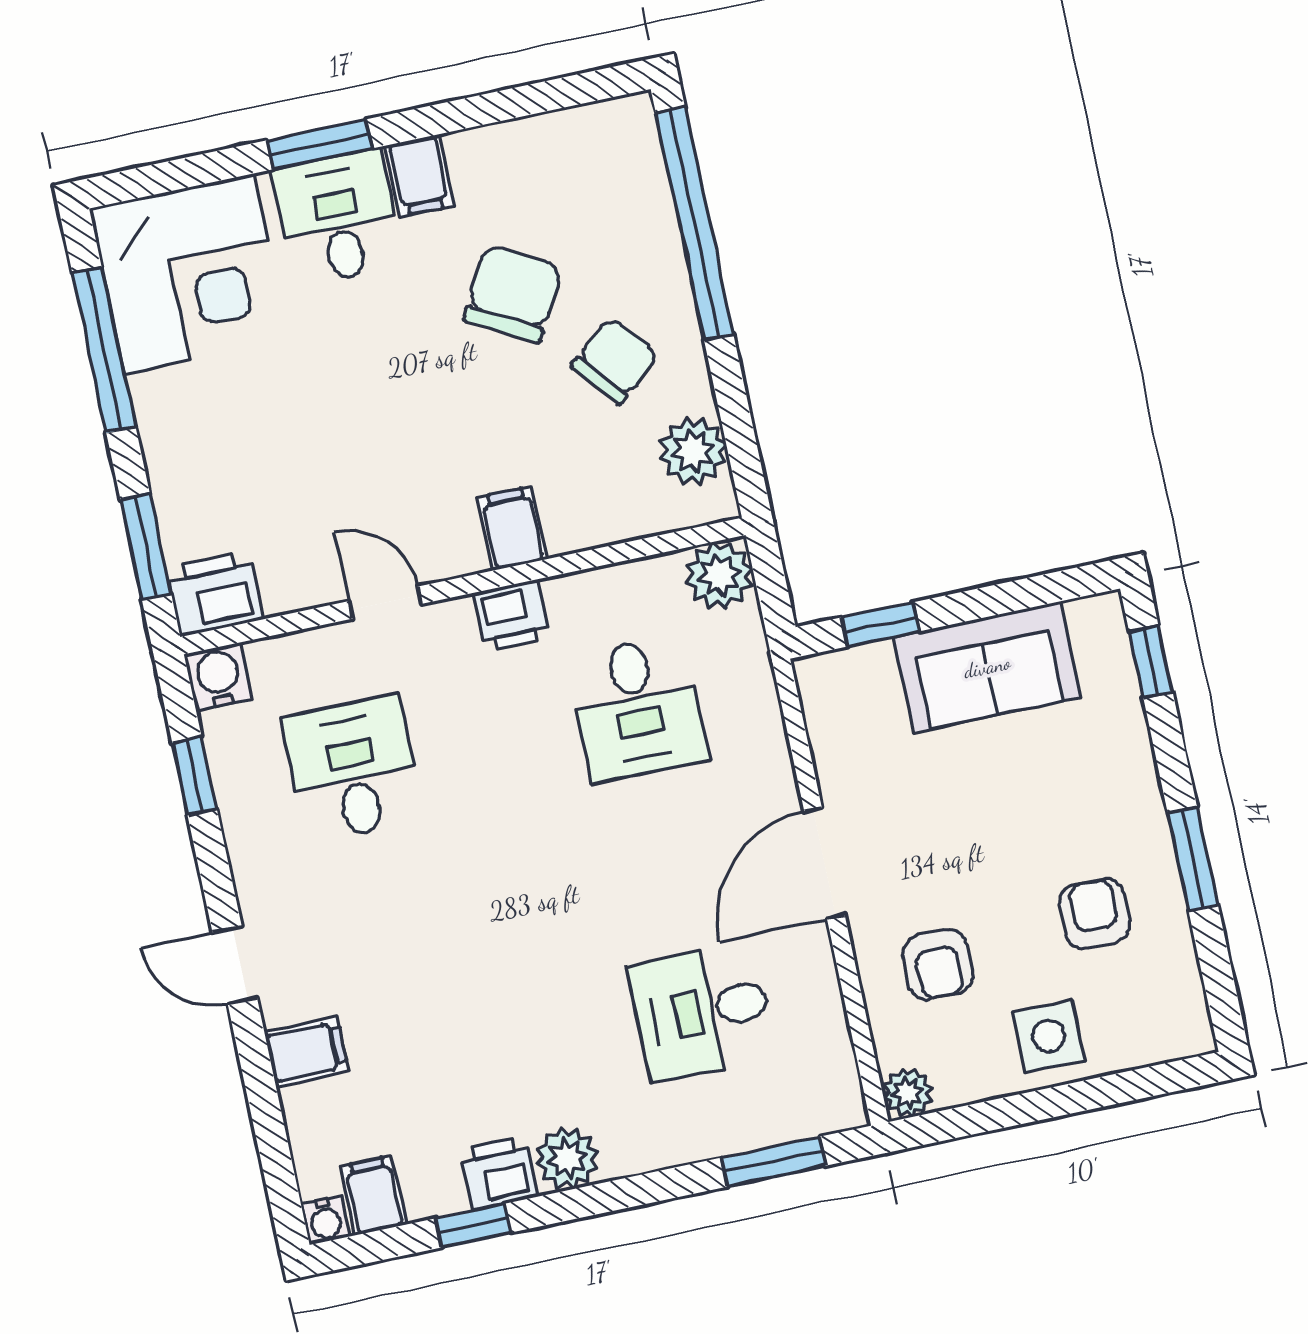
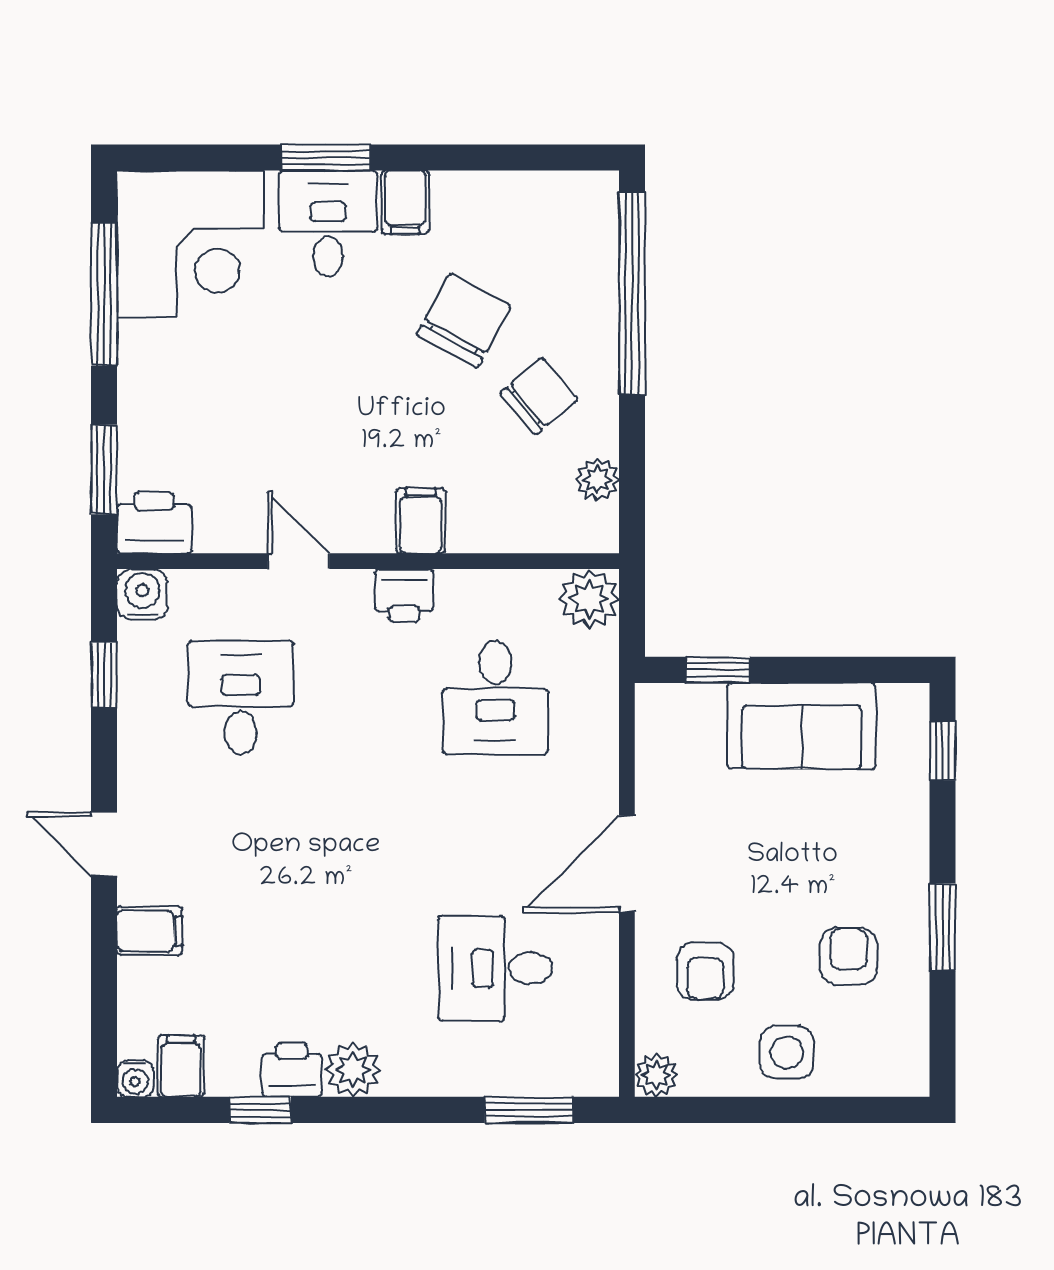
plant: (693, 451) -> (597, 480), width x0.73, depth x0.73

